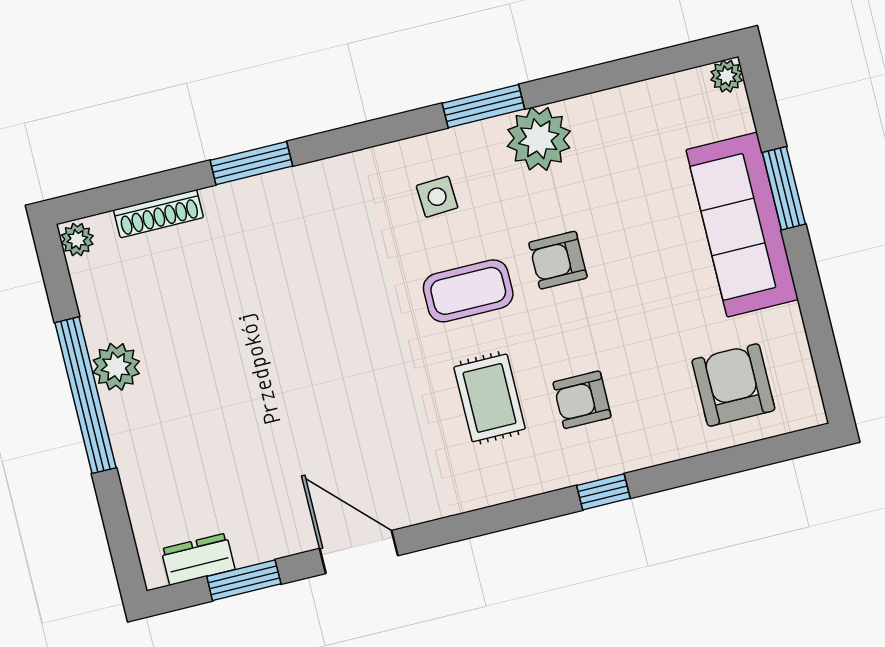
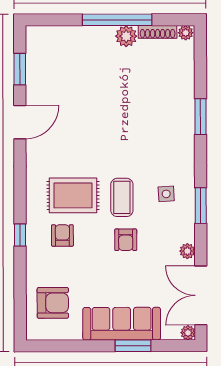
double door: (639, 68) -> (201, 295), added
window: (483, 106) -> (201, 206), moved
plant: (539, 139) -> (187, 251), width x0.53, depth x0.53
shoe rack: (158, 214) -> (158, 32), moved, turned -90
armchair: (558, 260) -> (126, 240), turned 180
rug: (490, 398) -> (73, 195), width x1.36, depth x1.43
dresser: (198, 559) -> (34, 51), removed

